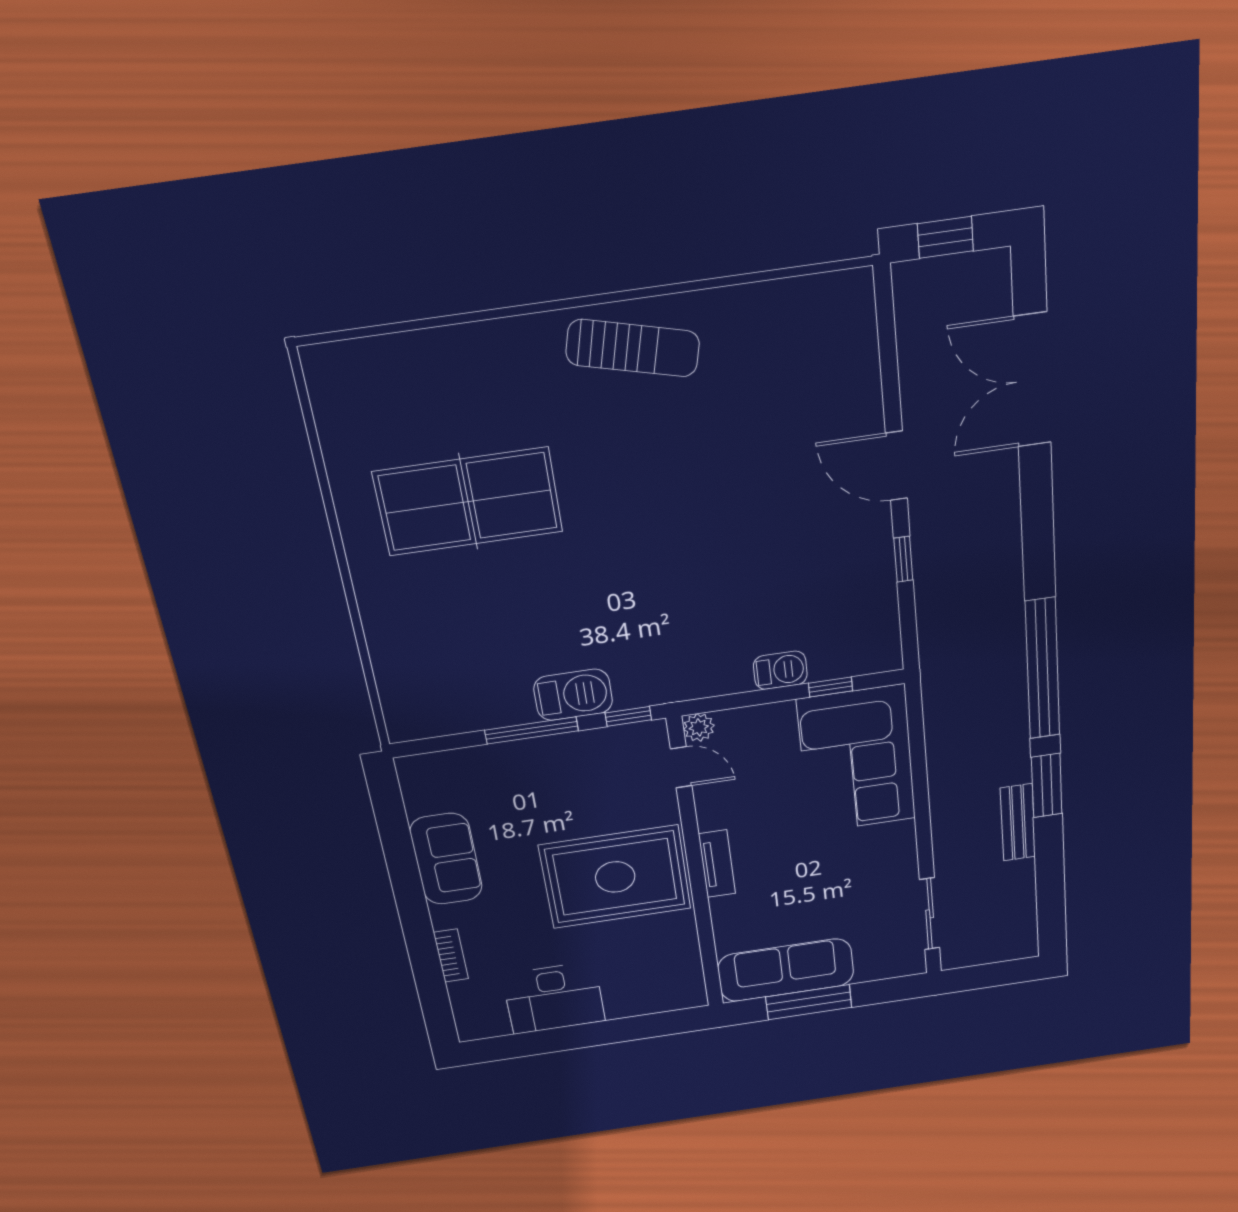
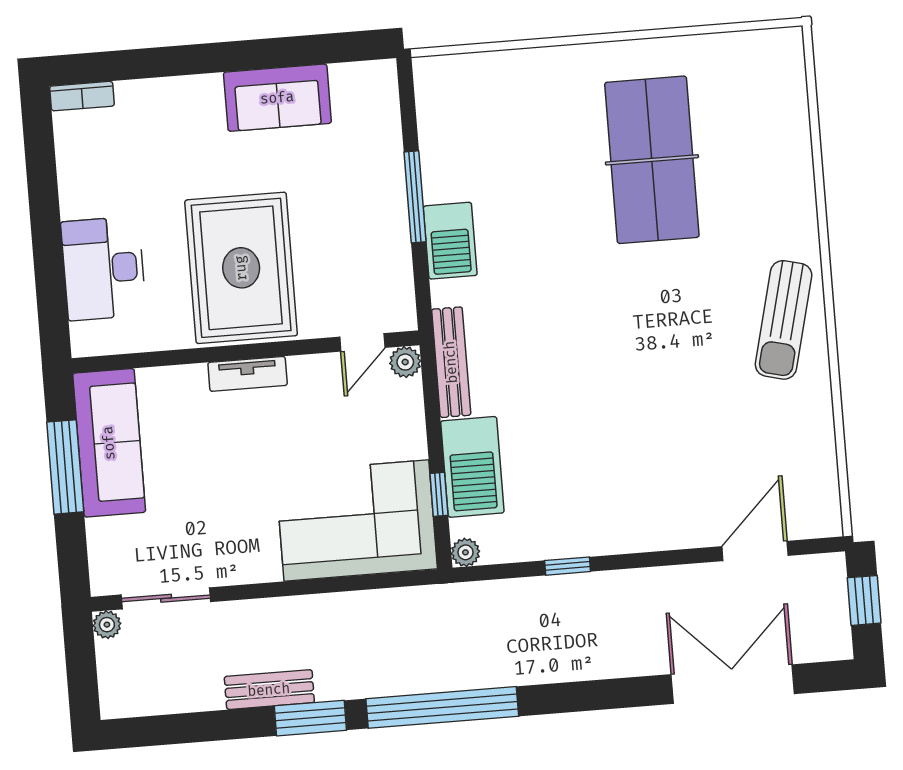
door: (896, 466) -> (755, 551), moved
plant: (889, 658) -> (465, 552), added
barbecue: (780, 670) -> (472, 467), width x1.88, depth x1.53
bench: (697, 685) -> (451, 362), added
window: (628, 716) -> (423, 293), removed
bookcase: (451, 956) -> (82, 96), moved
plant: (953, 958) -> (107, 625), added
desk: (554, 998) -> (104, 268), moved

